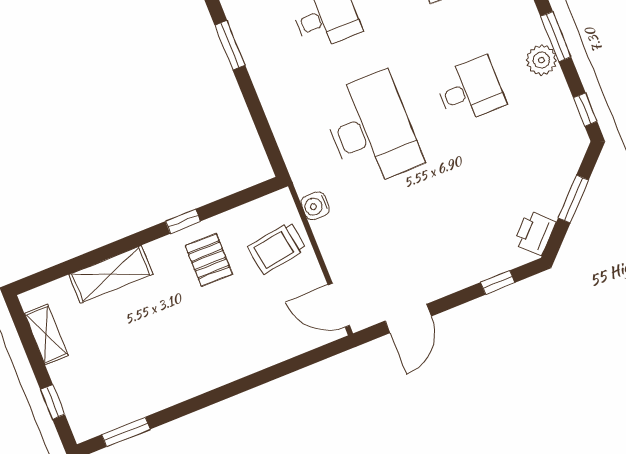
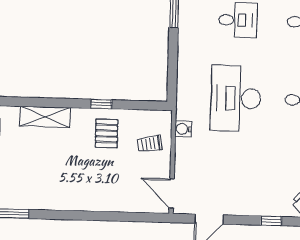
desk: (371, 130) -> (236, 98), turned 180
trolley: (277, 248) -> (150, 144), width x0.73, depth x0.72

